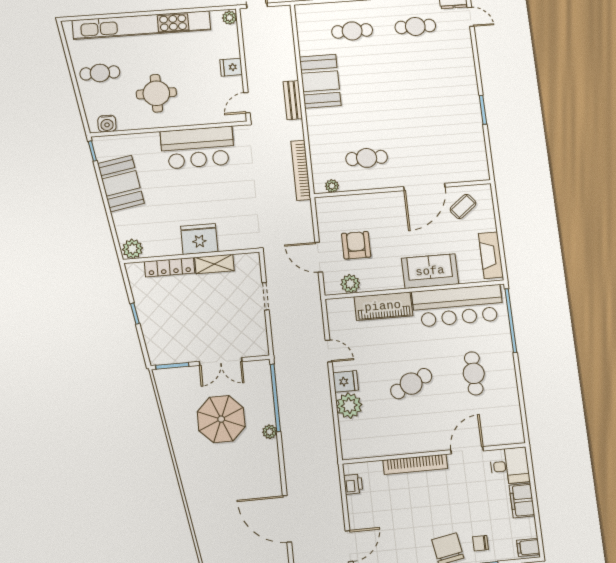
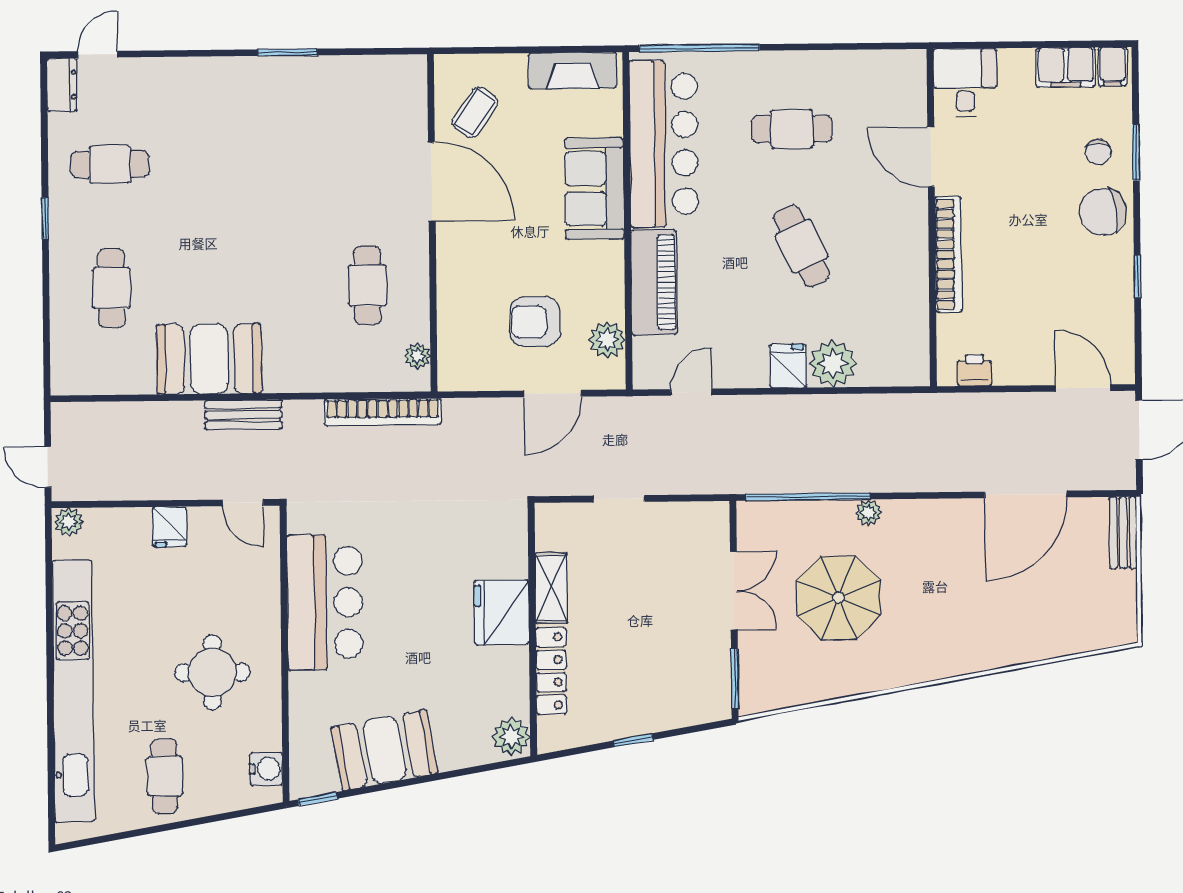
cafe table: (415, 26) -> (110, 164), turned 90
coffee table: (463, 206) -> (475, 112), turned 73
door: (329, 351) -> (691, 392), moved
filing cabinet: (522, 500) -> (1066, 67), moved

